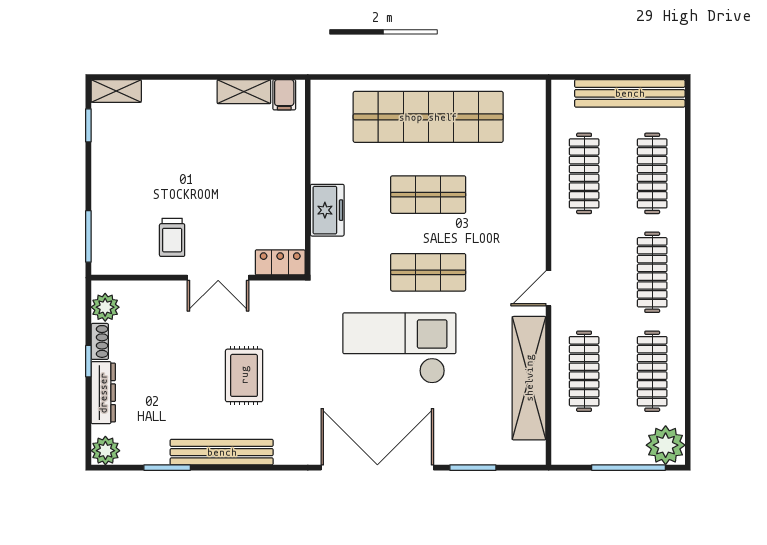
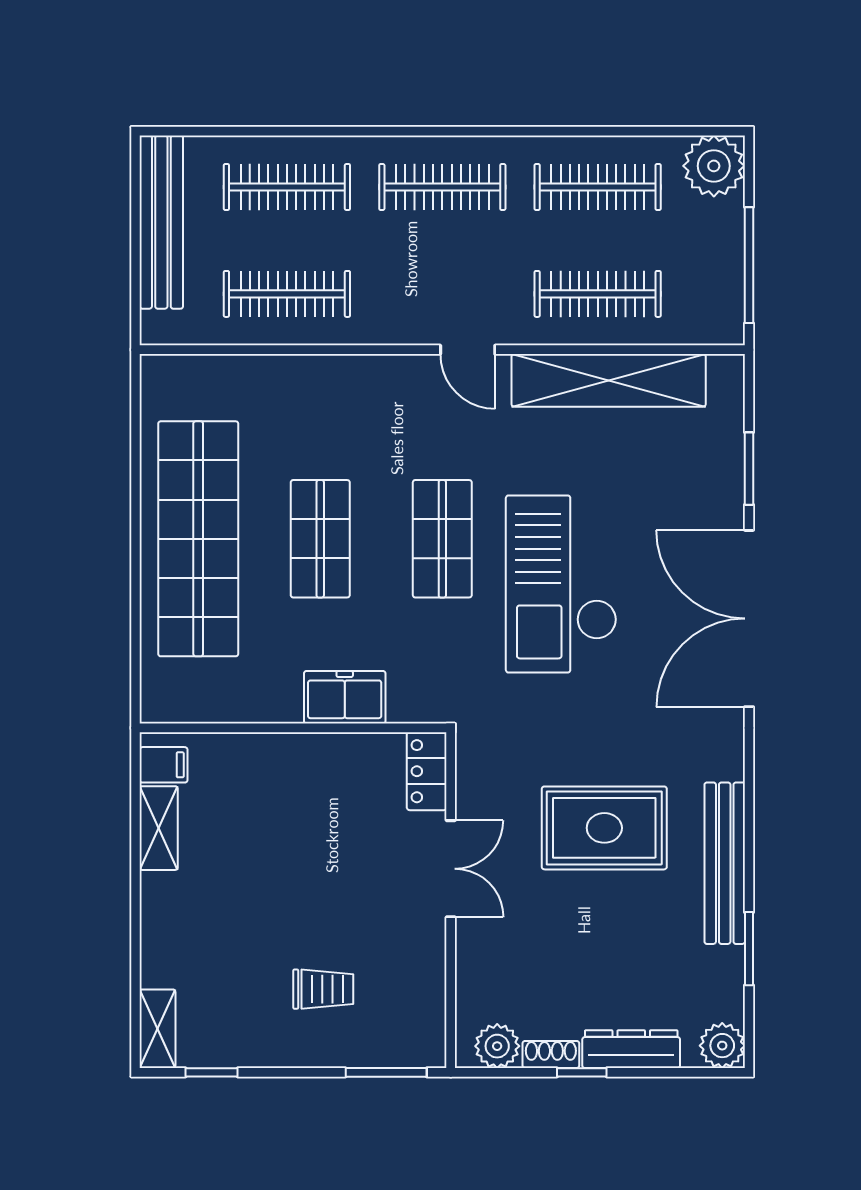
trolley: (172, 237) -> (323, 989), moved
rug: (244, 375) -> (604, 828), width x1.36, depth x1.43
window: (628, 468) -> (749, 265), moved

